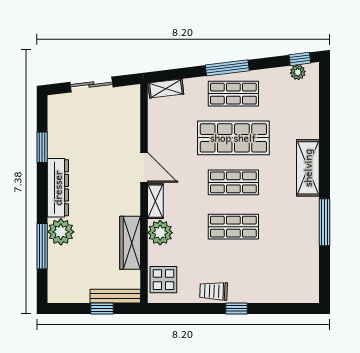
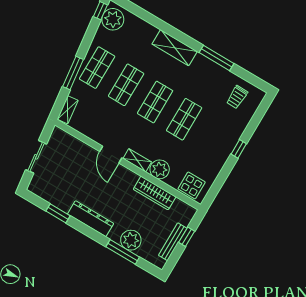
window: (227, 68) -> (73, 73), moved
plant: (298, 72) -> (113, 19), width x1.88, depth x1.88
shop shelf: (233, 138) -> (126, 85), width x0.70, depth x0.74
door: (144, 167) -> (111, 155), swing flipped
plant: (61, 232) -> (131, 240), moved
trolley: (213, 291) -> (237, 97), moved
bench: (115, 296) -> (173, 242), moved

